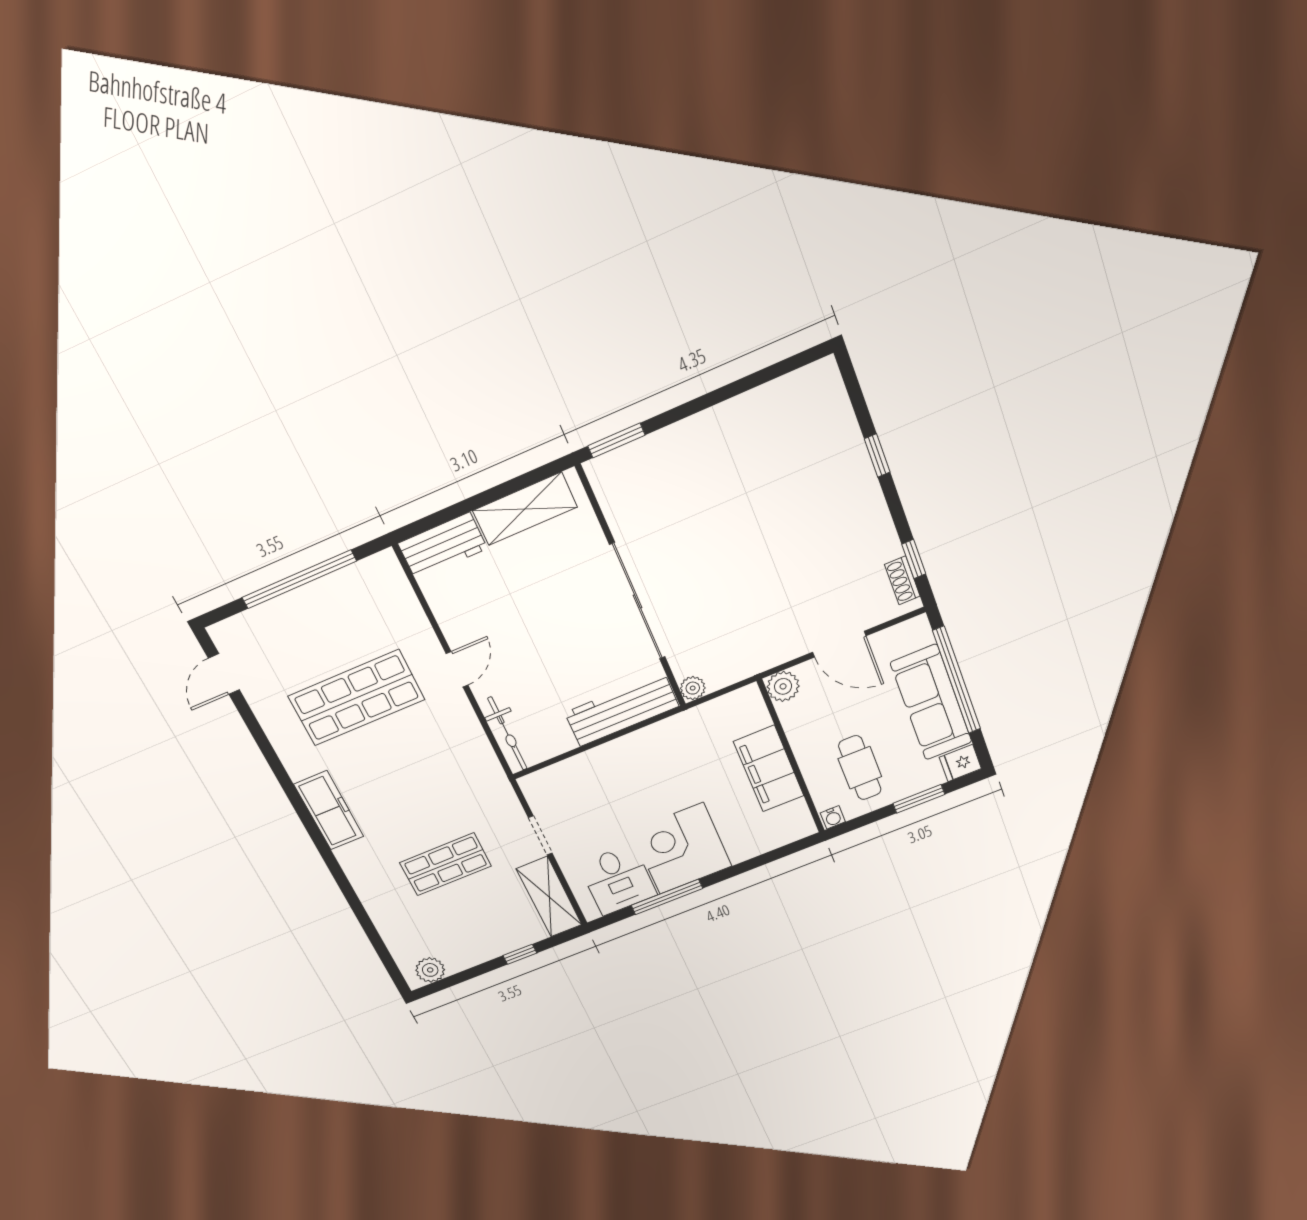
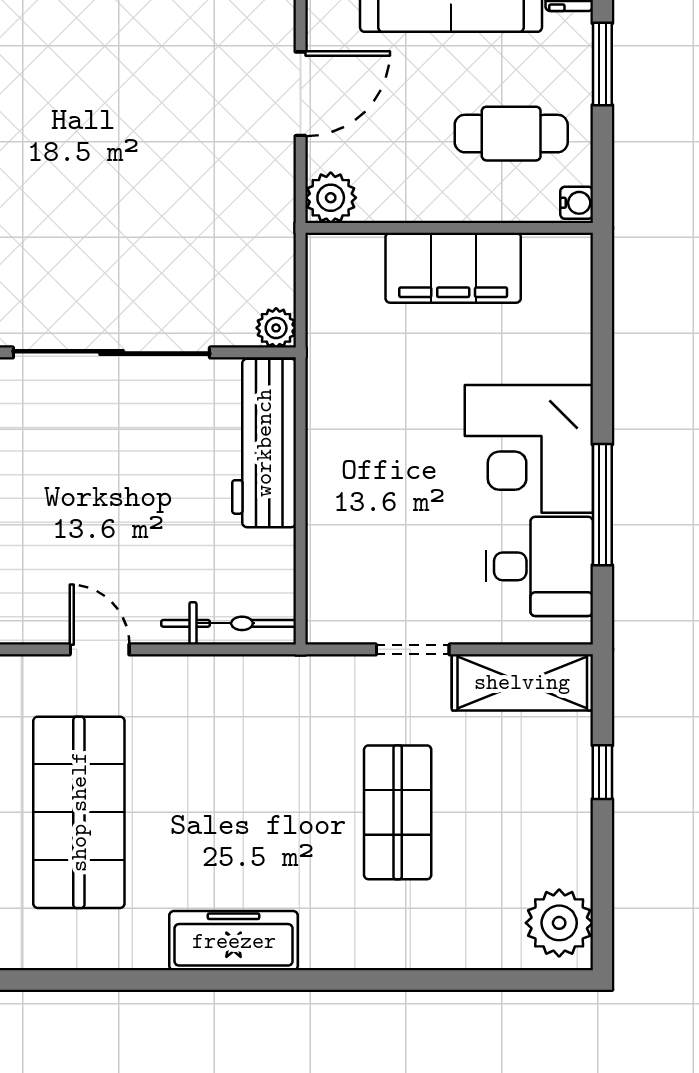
plant: (430, 970) -> (559, 923), width x1.36, depth x1.36

